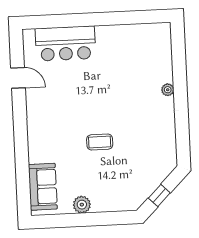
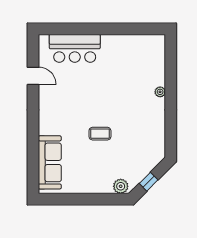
sofa: (43, 187) -> (50, 162), width x1.36
plant: (82, 205) -> (121, 186), moved

